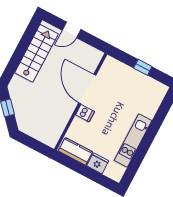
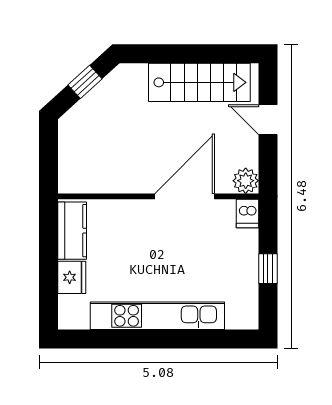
plant: (95, 56) -> (246, 181), added
dishwasher: (85, 113) -> (247, 214), moved
kitchen unit: (133, 141) -> (157, 316), width x1.36

